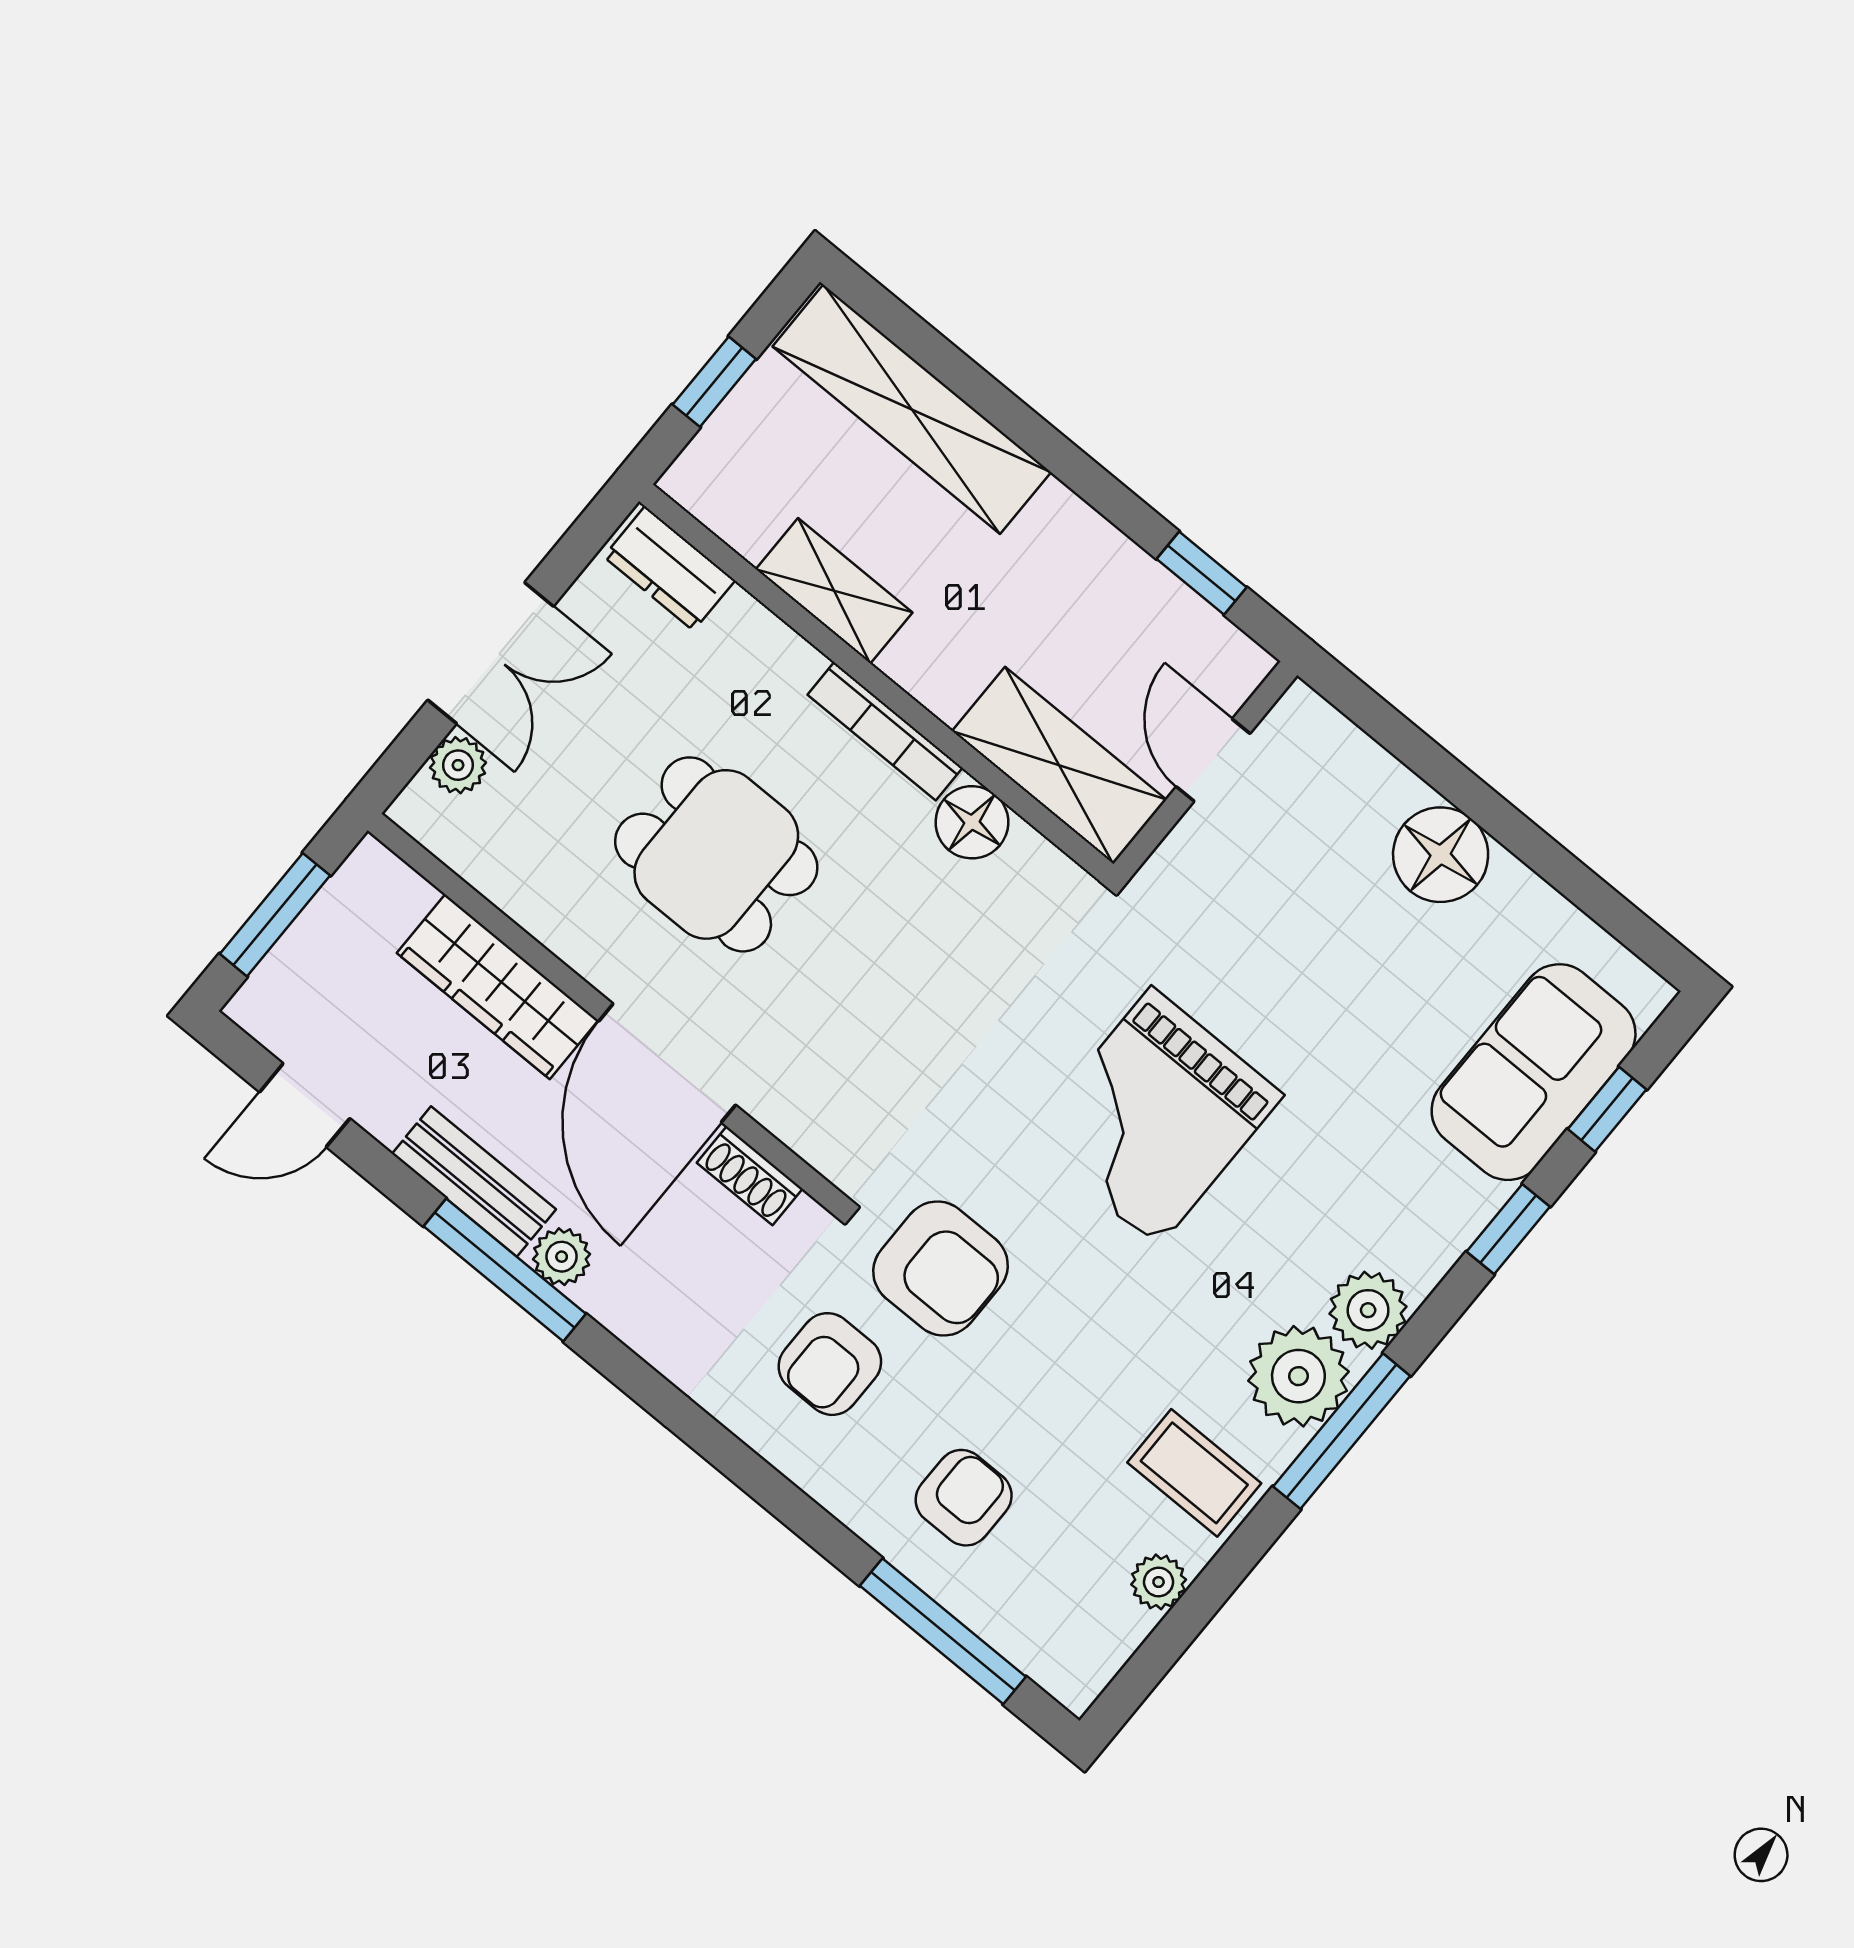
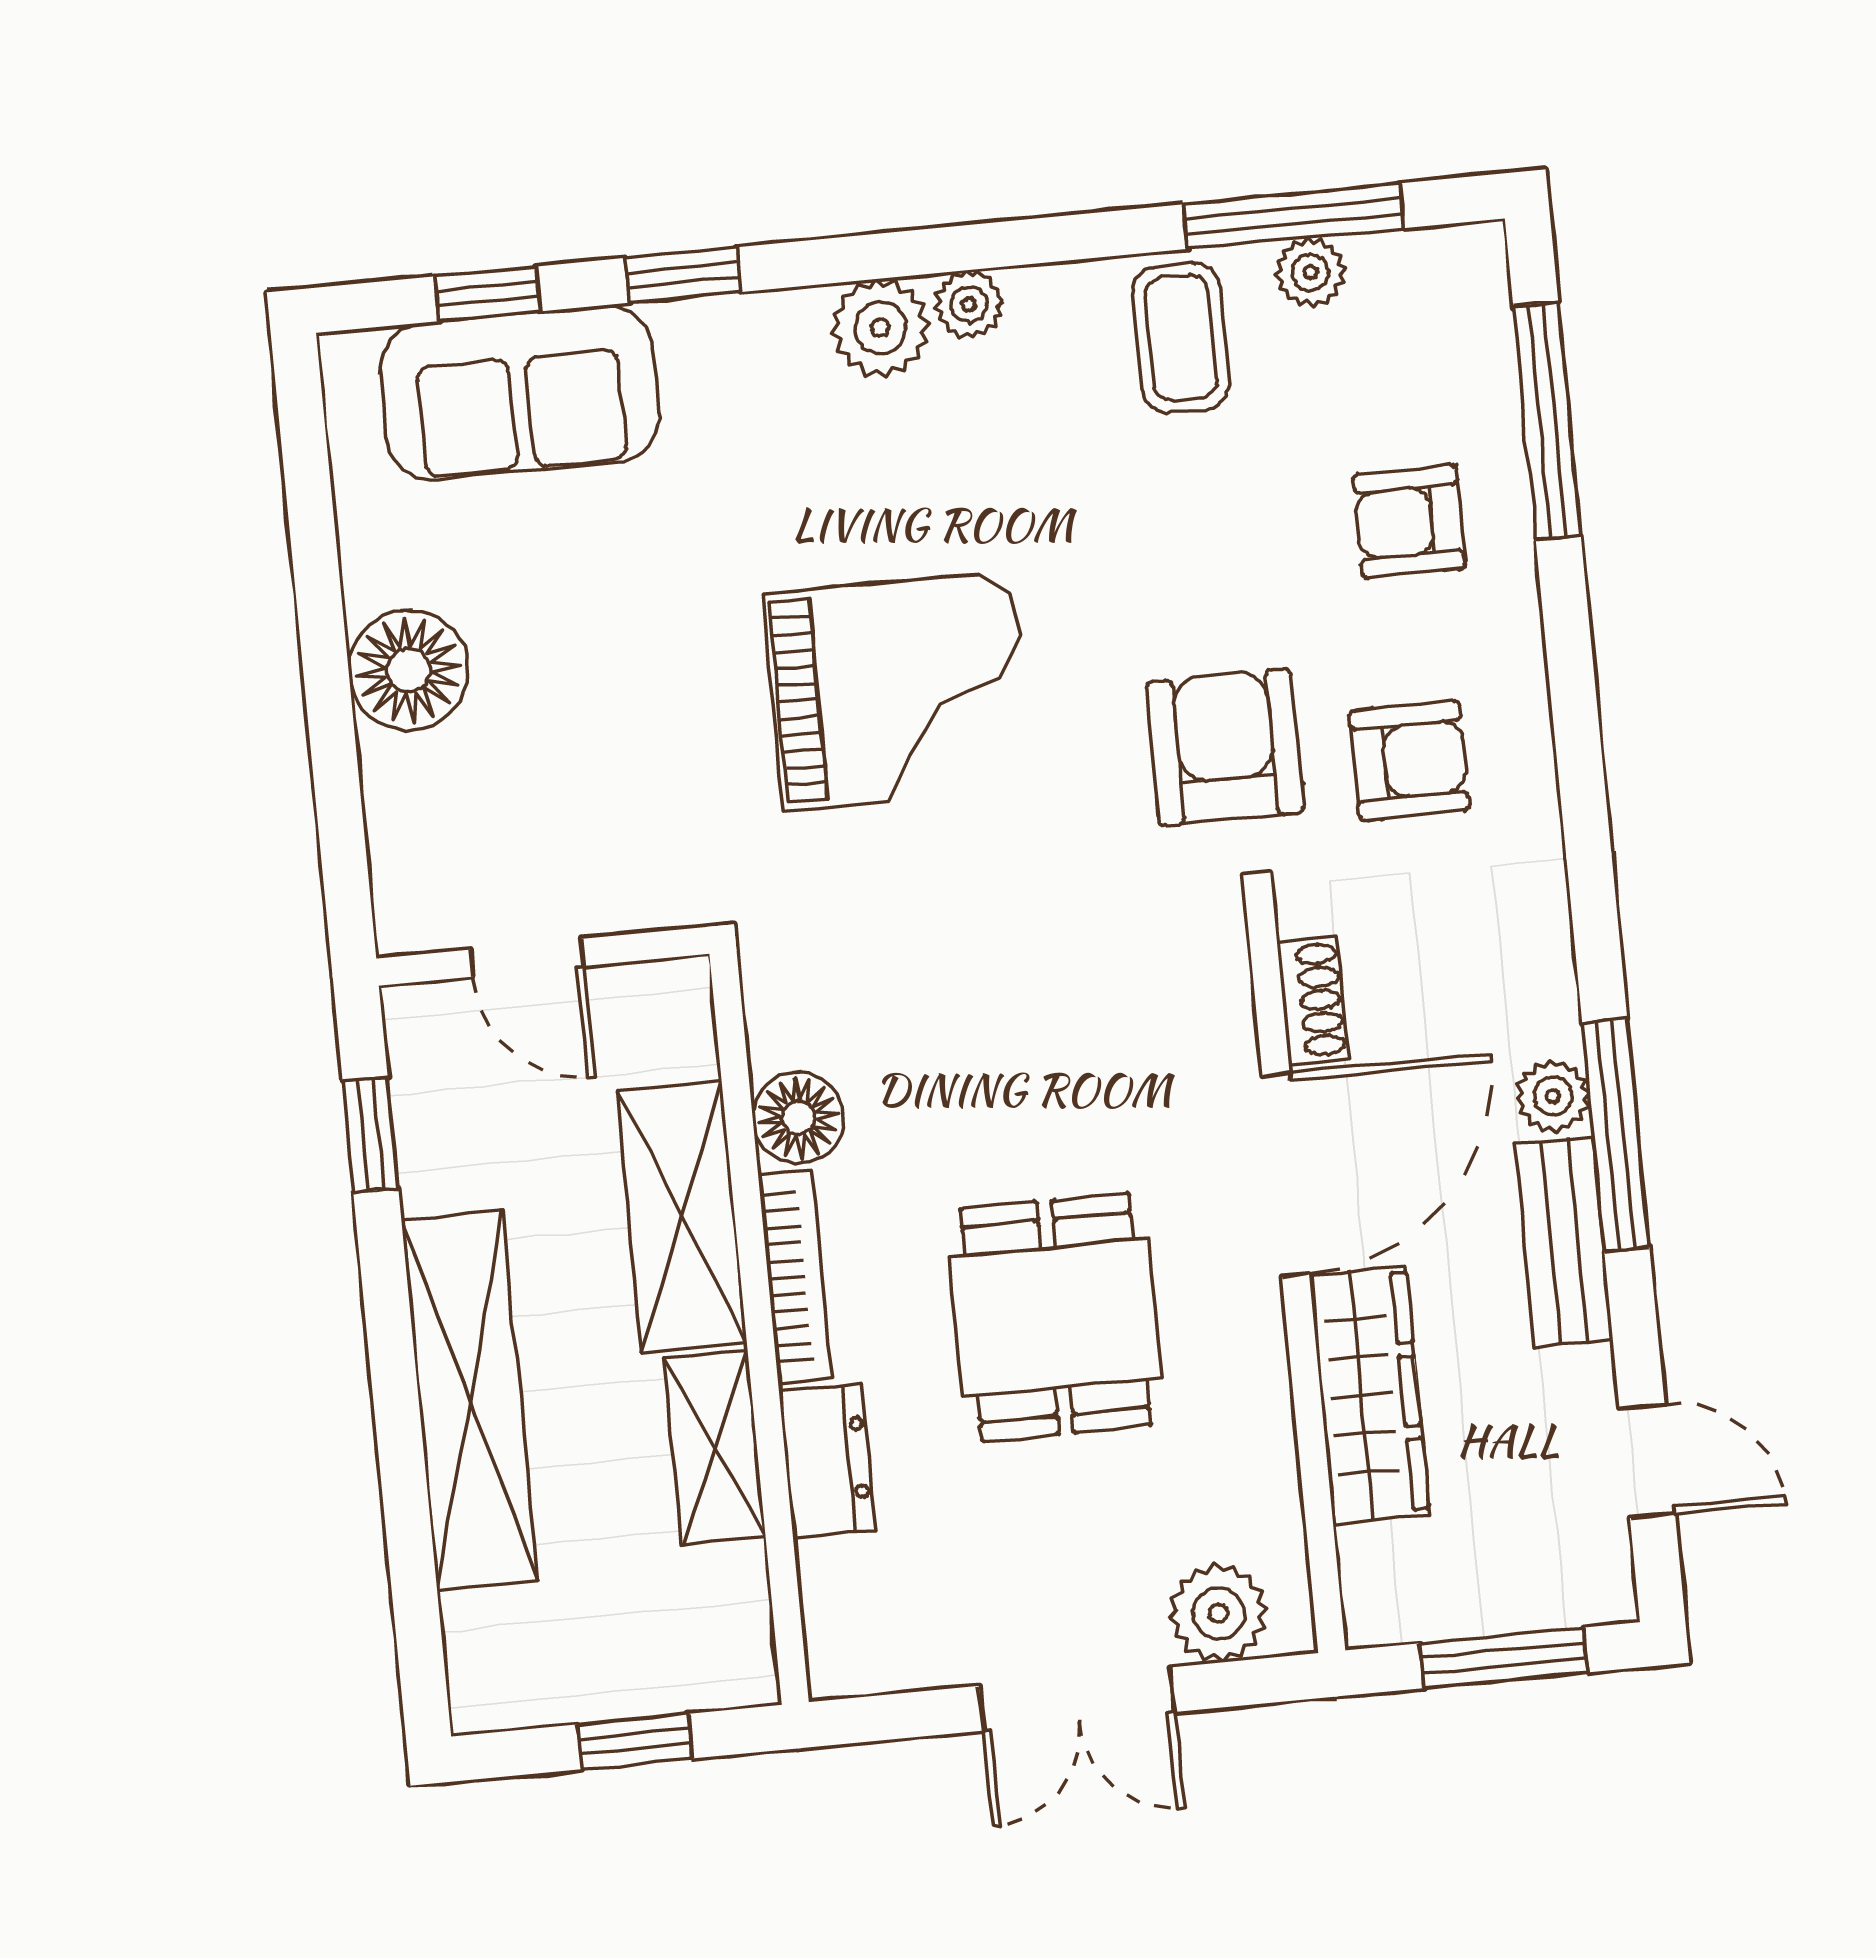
shelving: (912, 409) -> (470, 1401), moved
dresser: (669, 568) -> (827, 1460), moved
double door: (491, 653) -> (1077, 1699), swing flipped
door: (1213, 760) -> (527, 958), hinge flipped
plant: (458, 765) -> (1219, 1613), width x1.38, depth x1.38
shelving: (1059, 765) -> (682, 1217), moved
plant: (1298, 1376) -> (969, 304), width x0.53, depth x0.53
window: (1342, 1431) -> (1293, 216), moved

